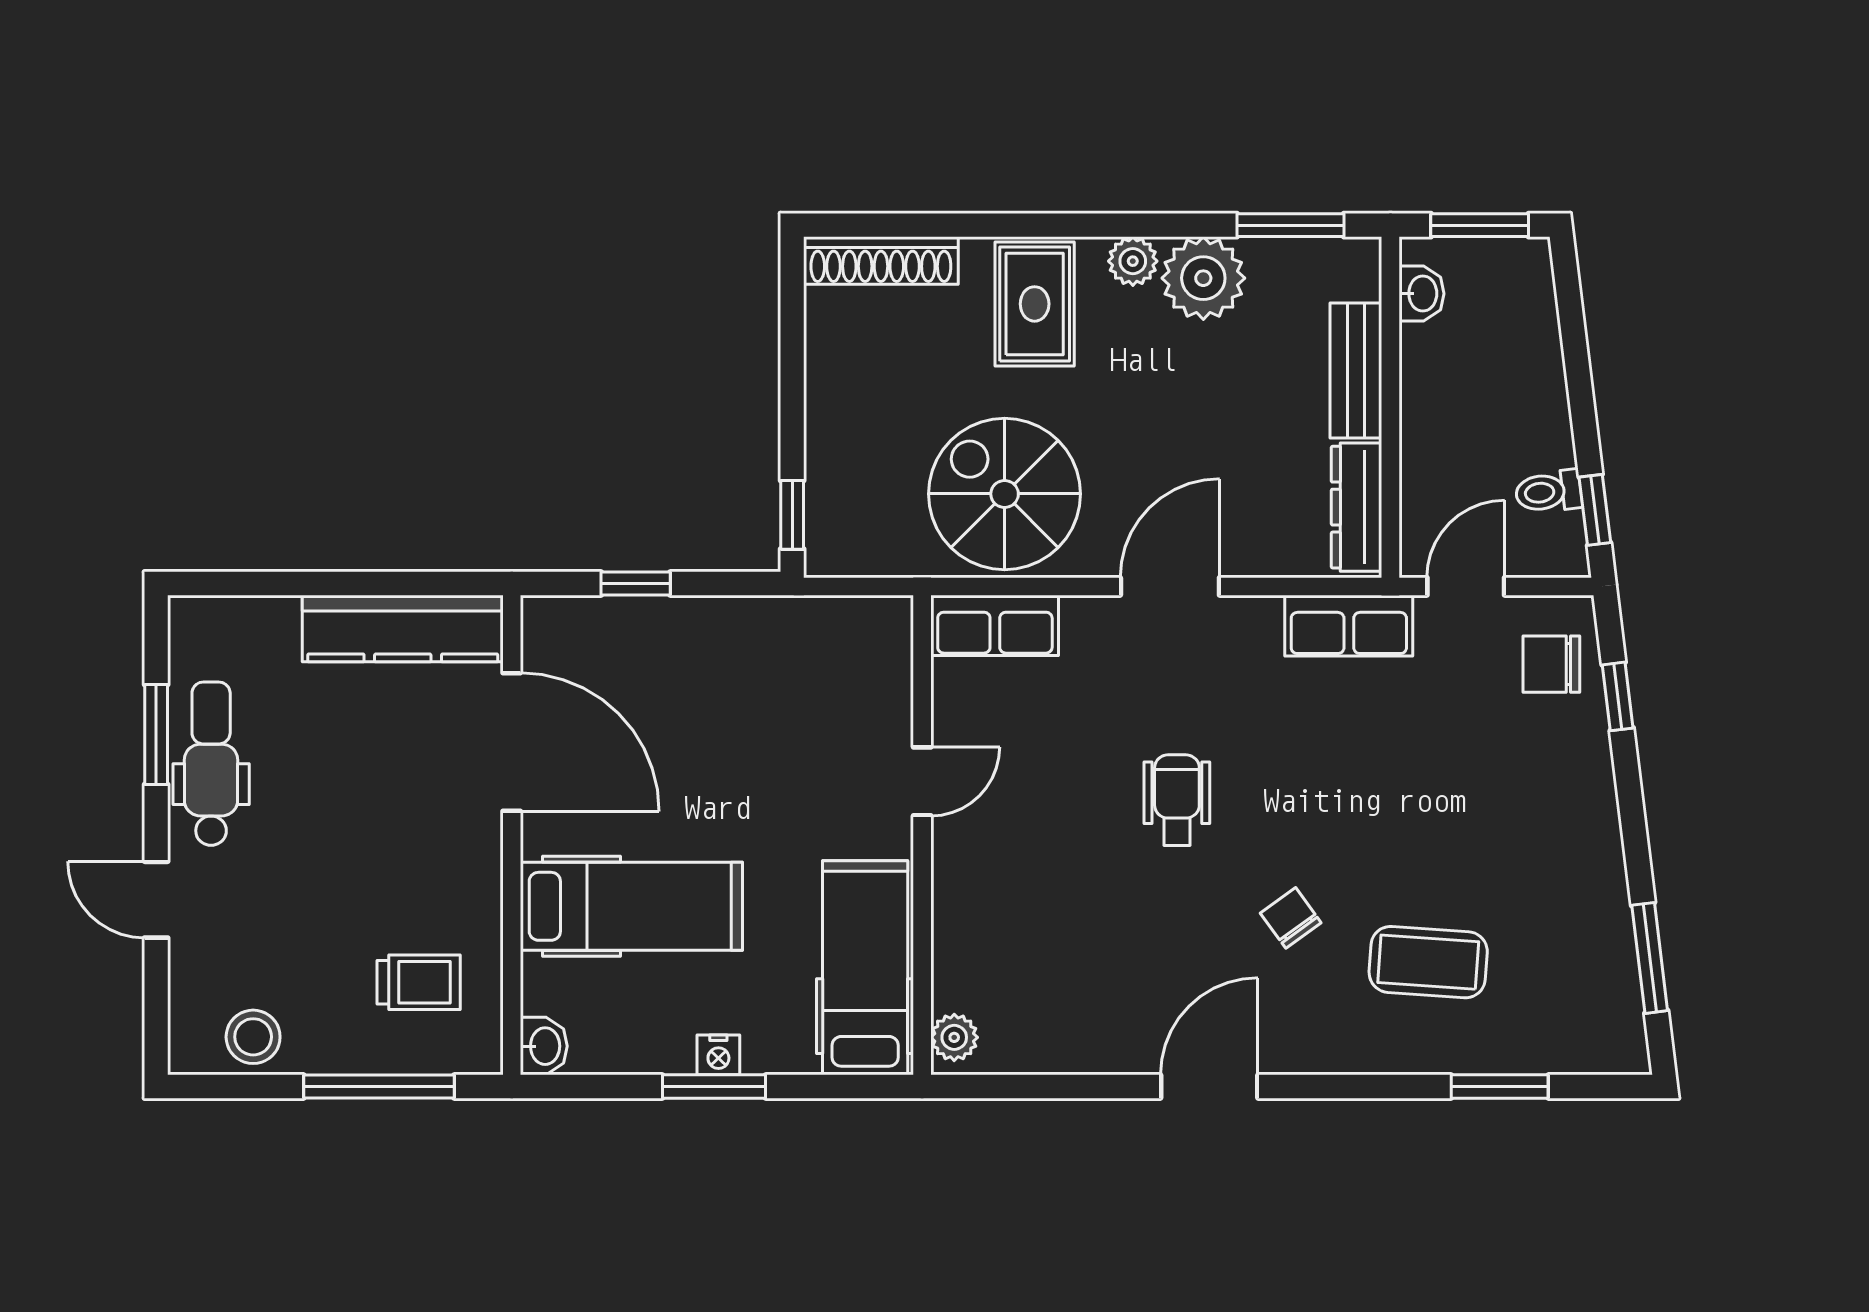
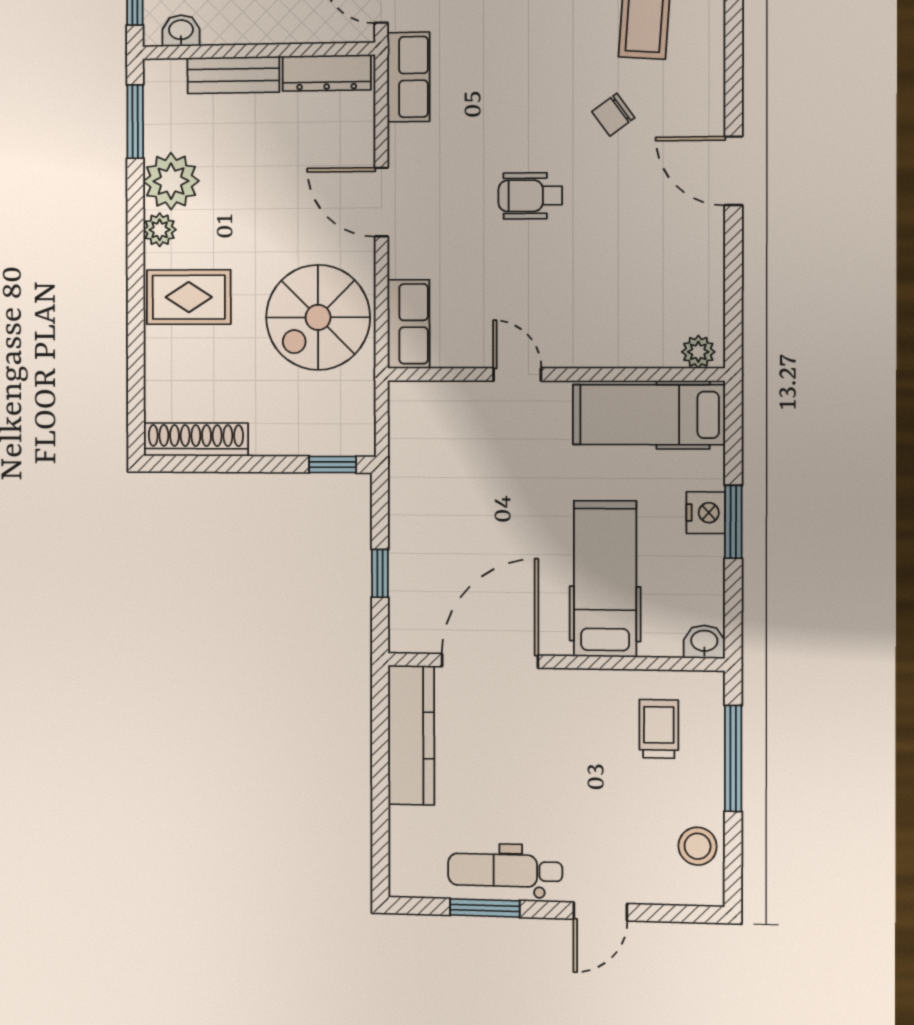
shoe rack: (881, 261) -> (196, 439), moved, turned -90
nightstand: (718, 1055) -> (706, 513), width x1.39, depth x1.35

